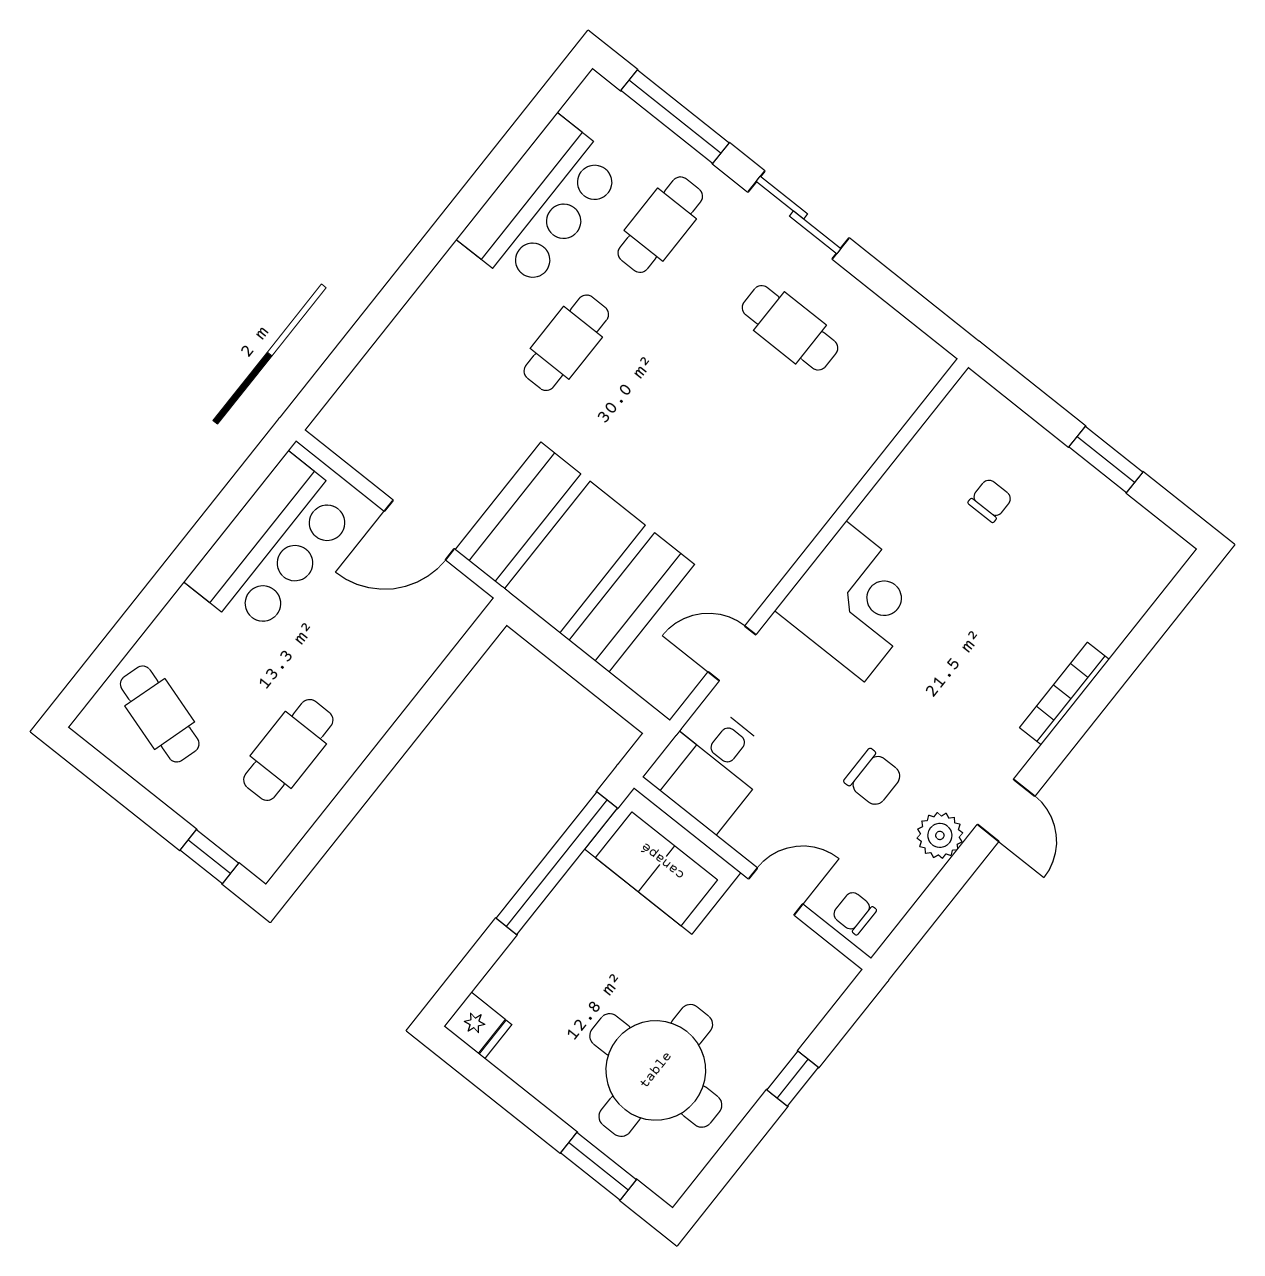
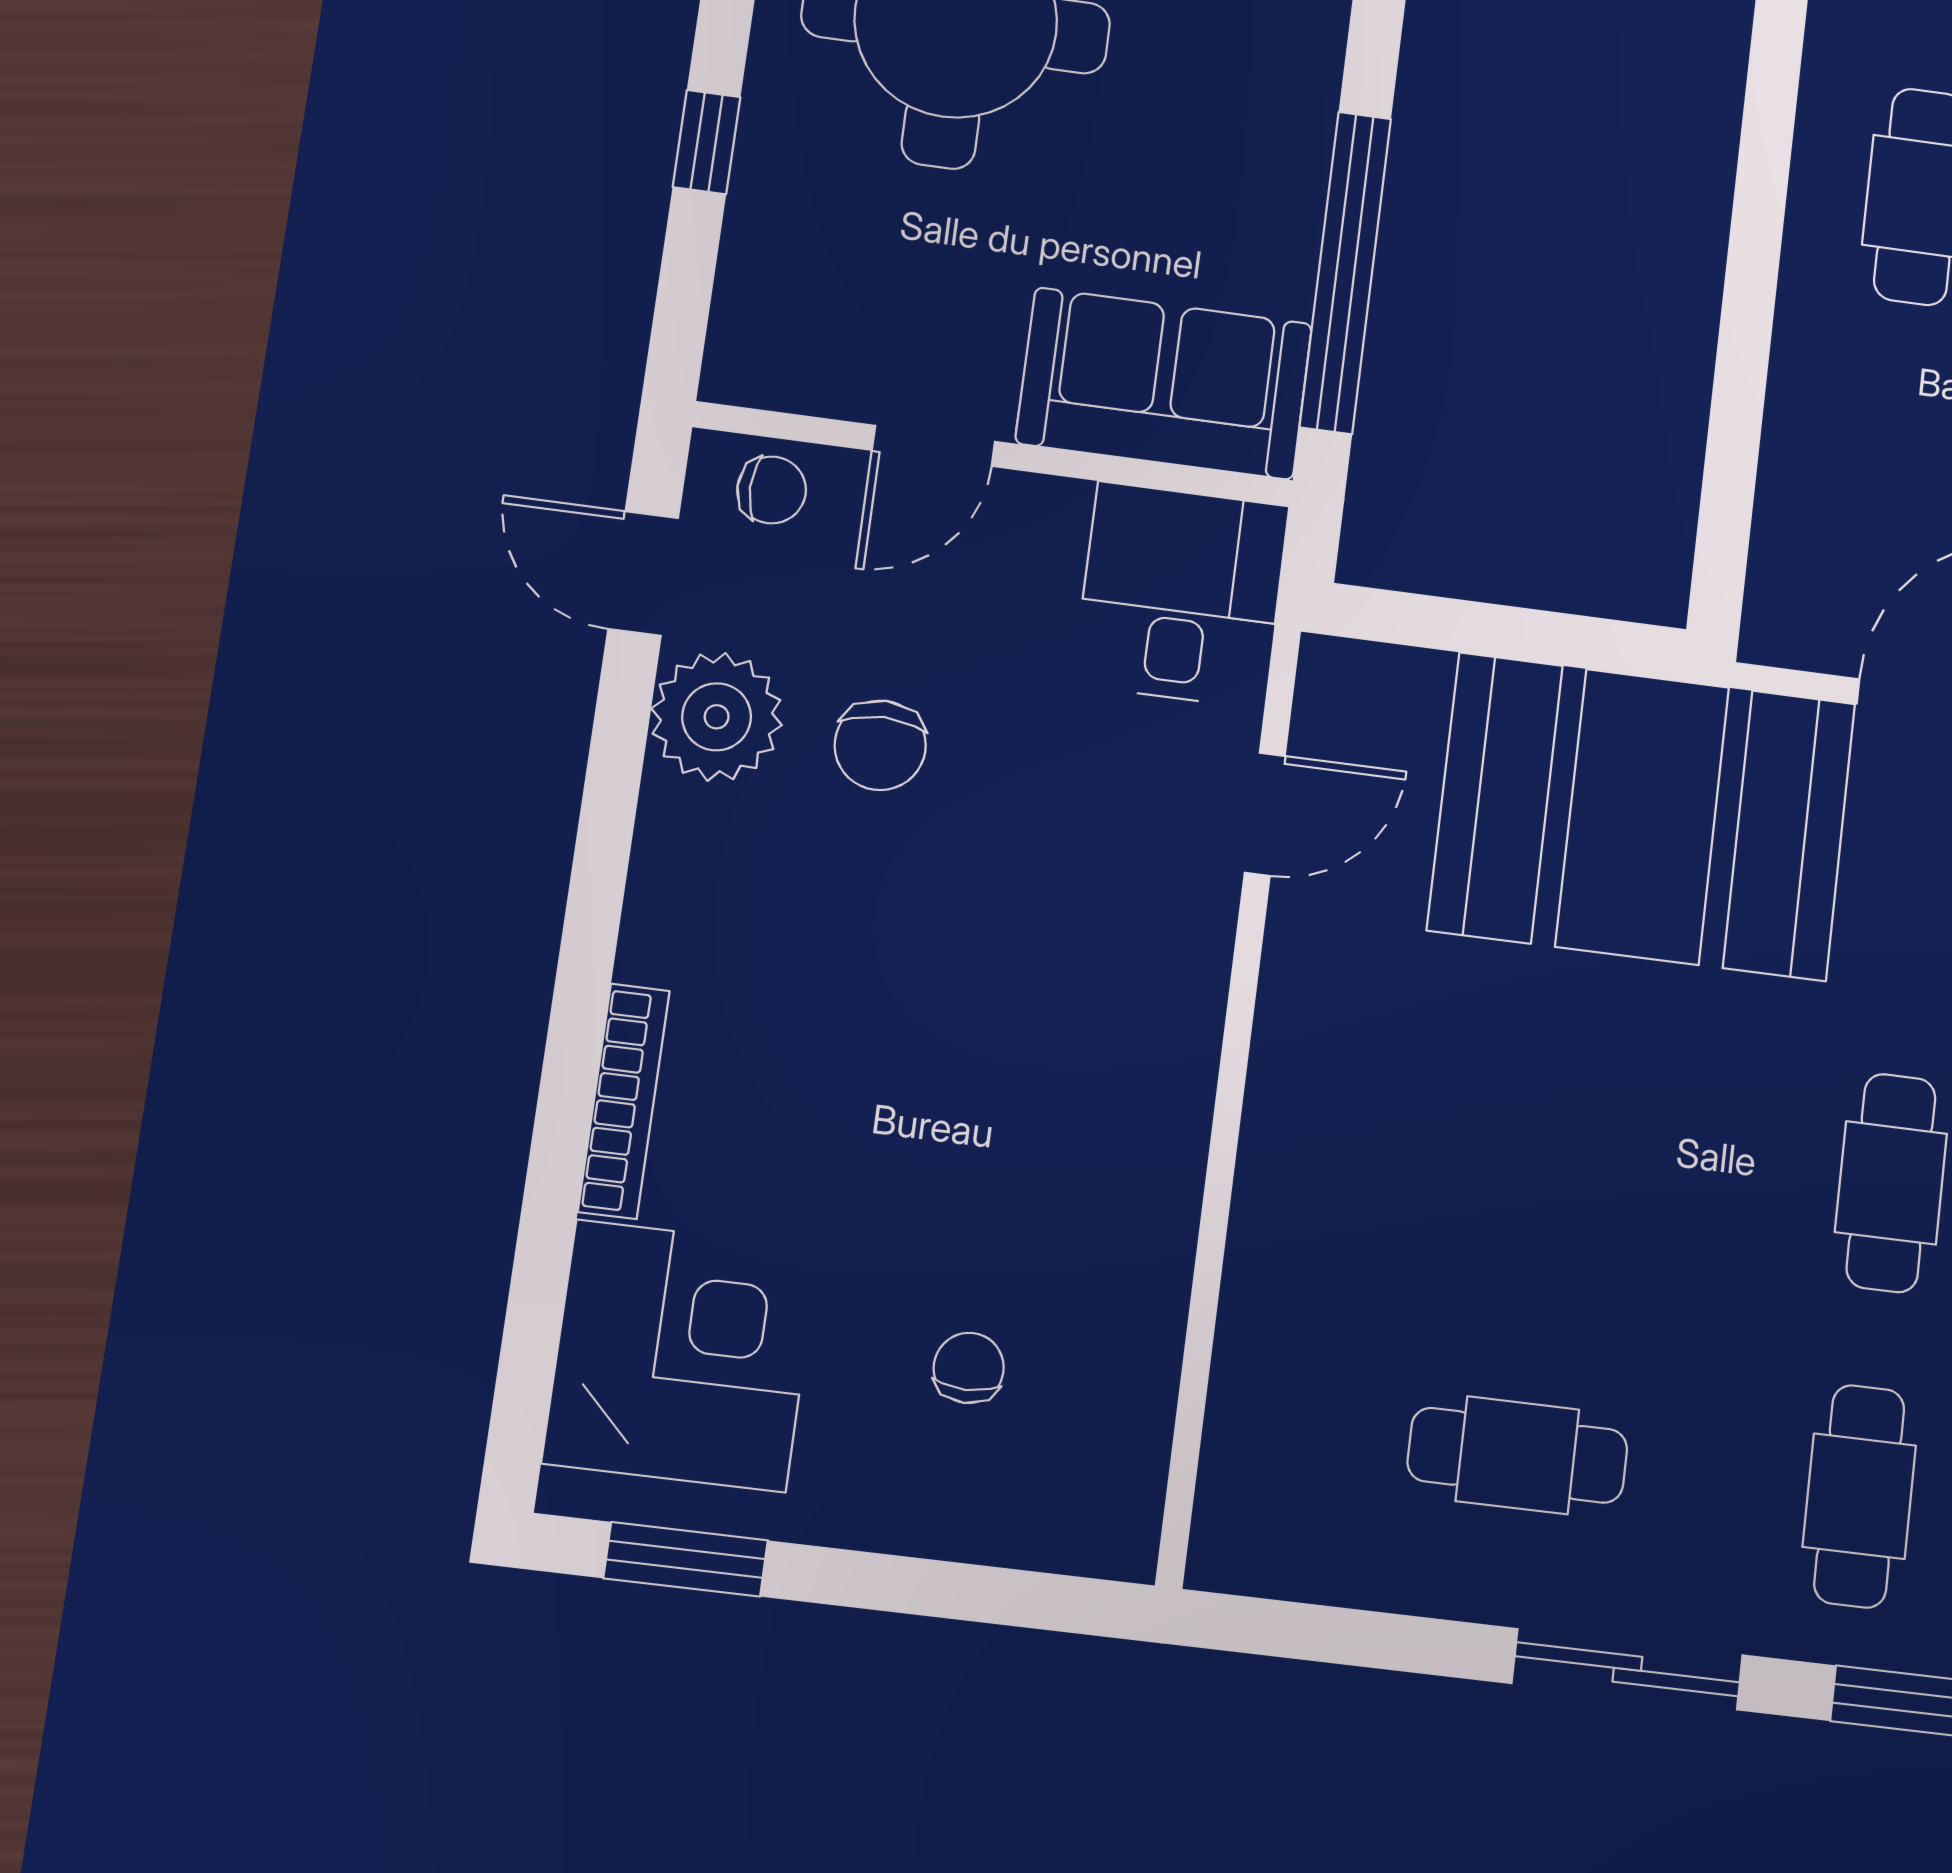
window: (1106, 459) -> (686, 1559), moved
chair: (990, 500) -> (969, 1368), turned 180
corner desk: (855, 601) -> (681, 1356), moved, turned 180
chair: (873, 778) -> (880, 745), turned -90
door: (1006, 810) -> (643, 573), moved
plant: (940, 835) -> (717, 717), width x1.36, depth x1.36

